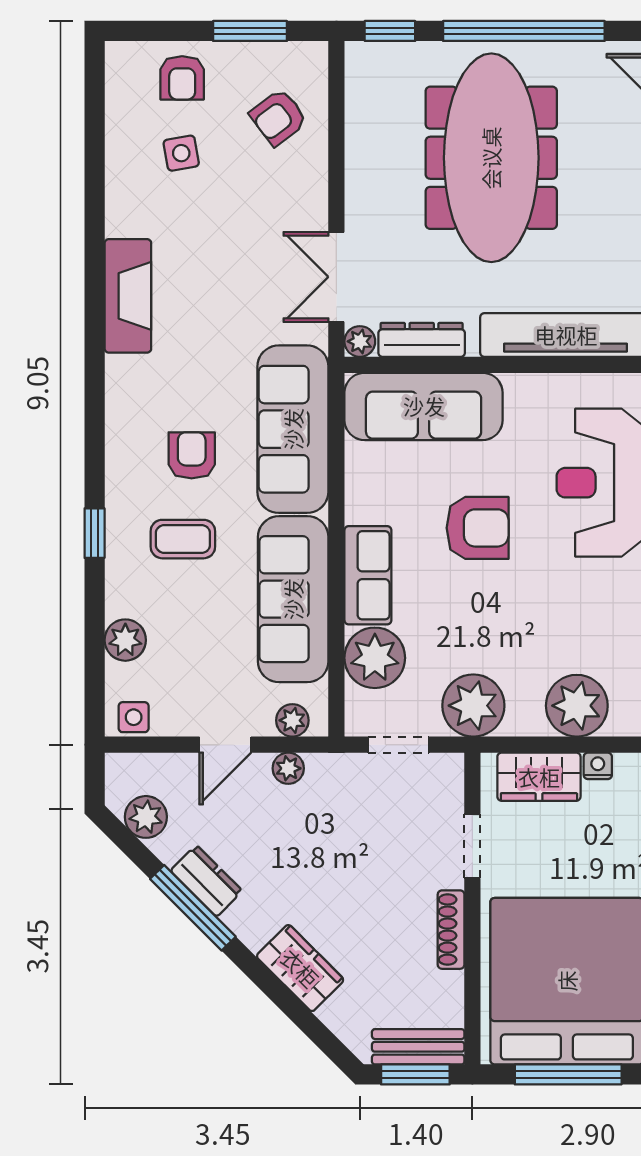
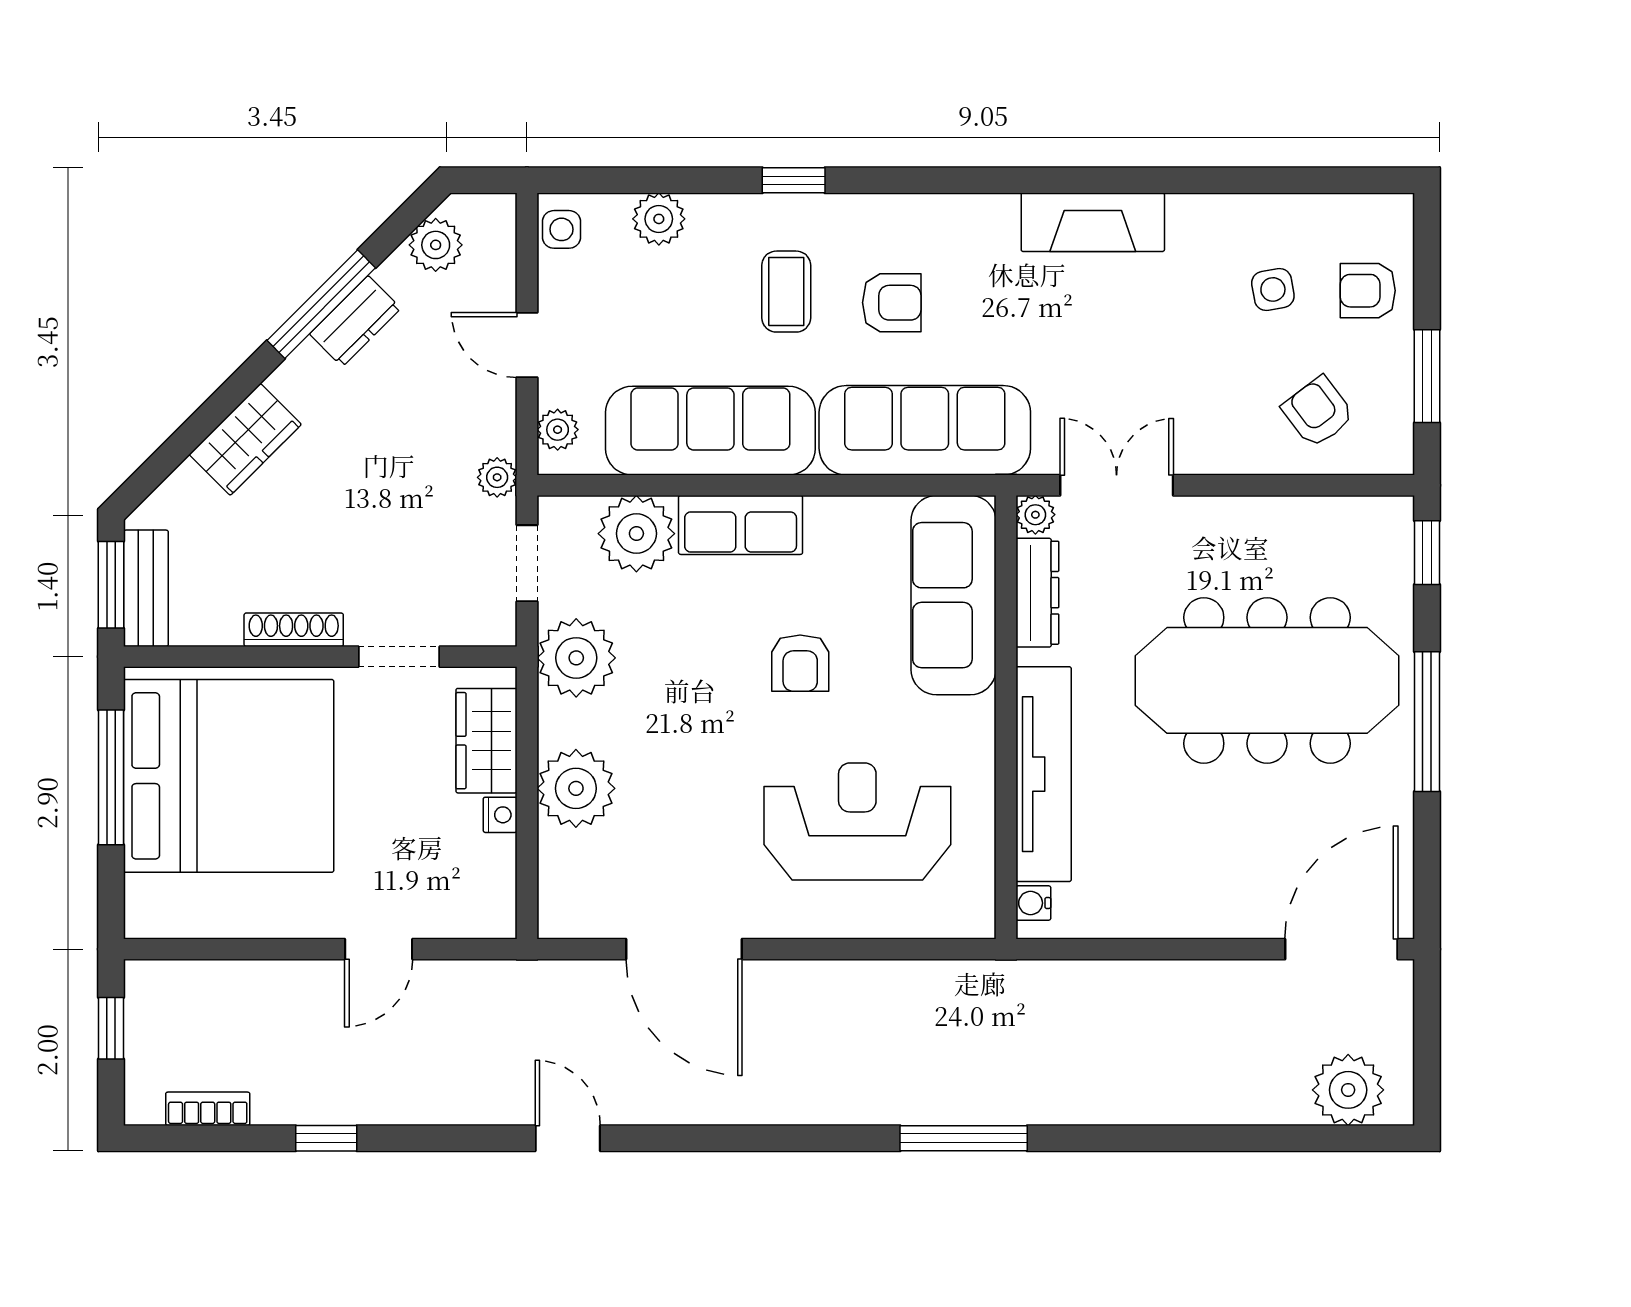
window: (524, 31) -> (1427, 722), width x0.68
armchair: (478, 528) -> (800, 663), width x0.72, depth x0.72
plant: (288, 768) -> (497, 477), moved

